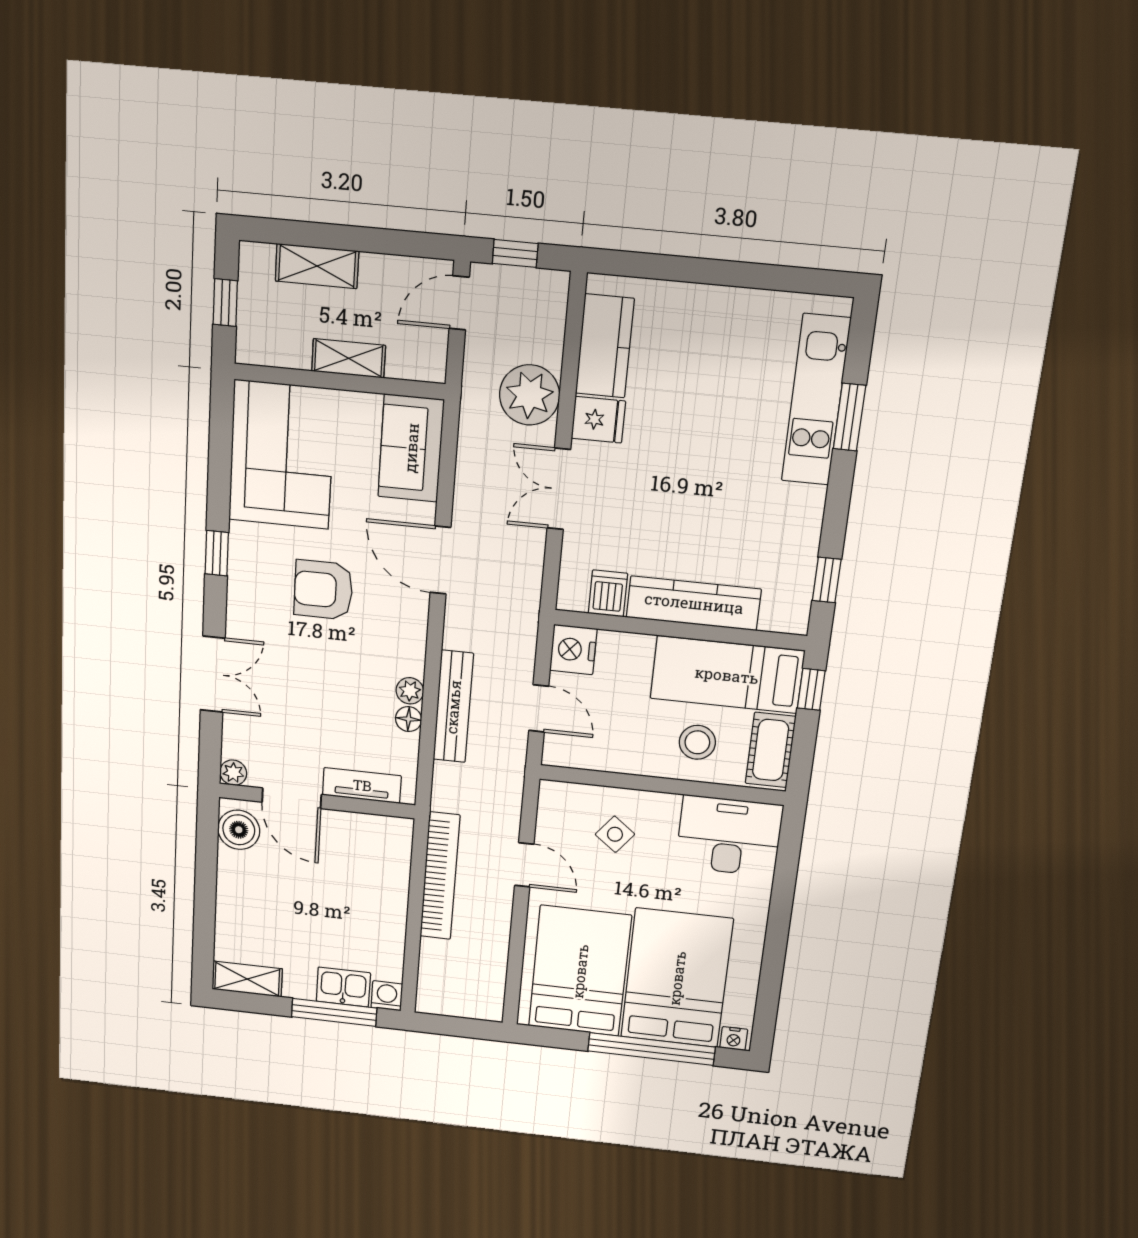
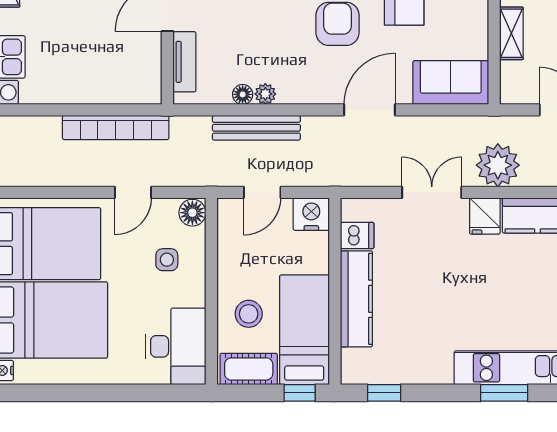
floor lamp: (557, 797) -> (192, 213), added
side table: (615, 834) -> (167, 260), turned -38

